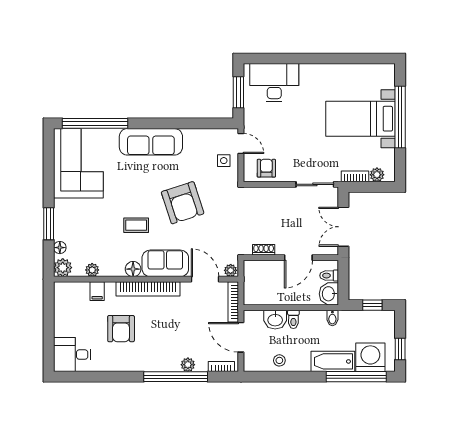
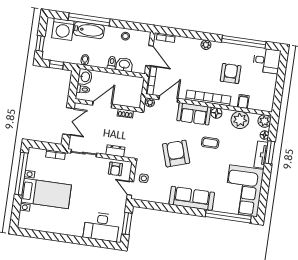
window: (400, 117) -> (21, 174), moved
plant: (377, 175) -> (40, 154), removed
dresser: (270, 194) -> (115, 151), added
tv unit: (61, 219) -> (261, 155), added
plant: (92, 270) -> (240, 120), width x1.88, depth x1.88
door: (205, 279) -> (168, 99), swing flipped
window: (400, 349) -> (40, 43), moved
plant: (188, 365) -> (206, 45), moved
window: (176, 377) -> (244, 42), moved
window: (356, 377) -> (89, 20), moved

